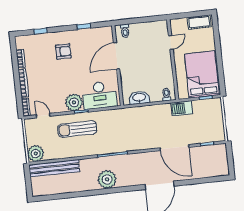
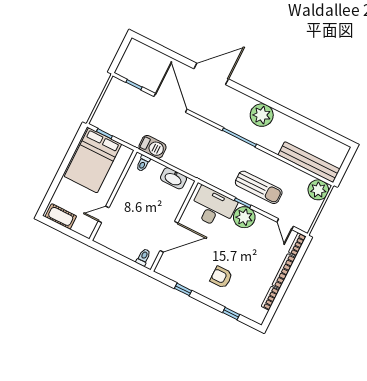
barbecue: (182, 108) -> (153, 147), moved

